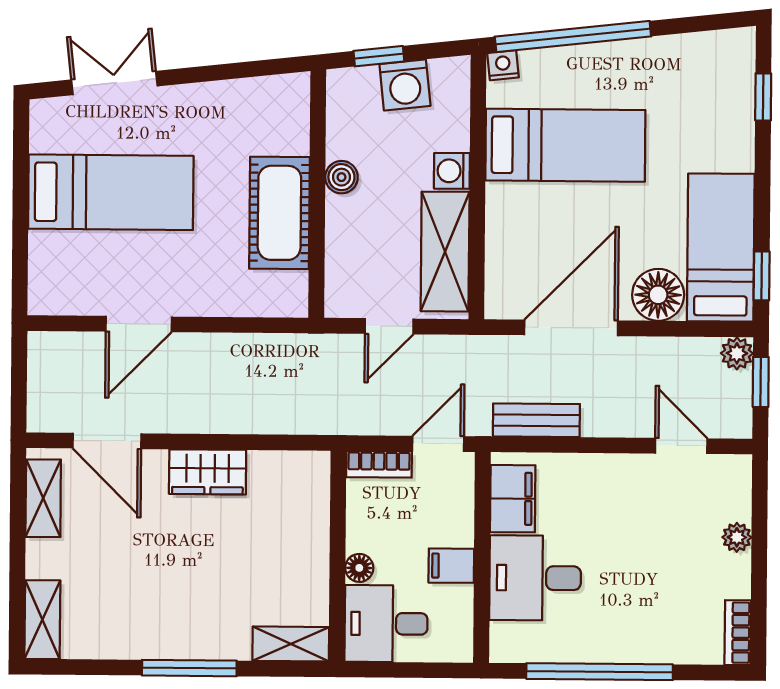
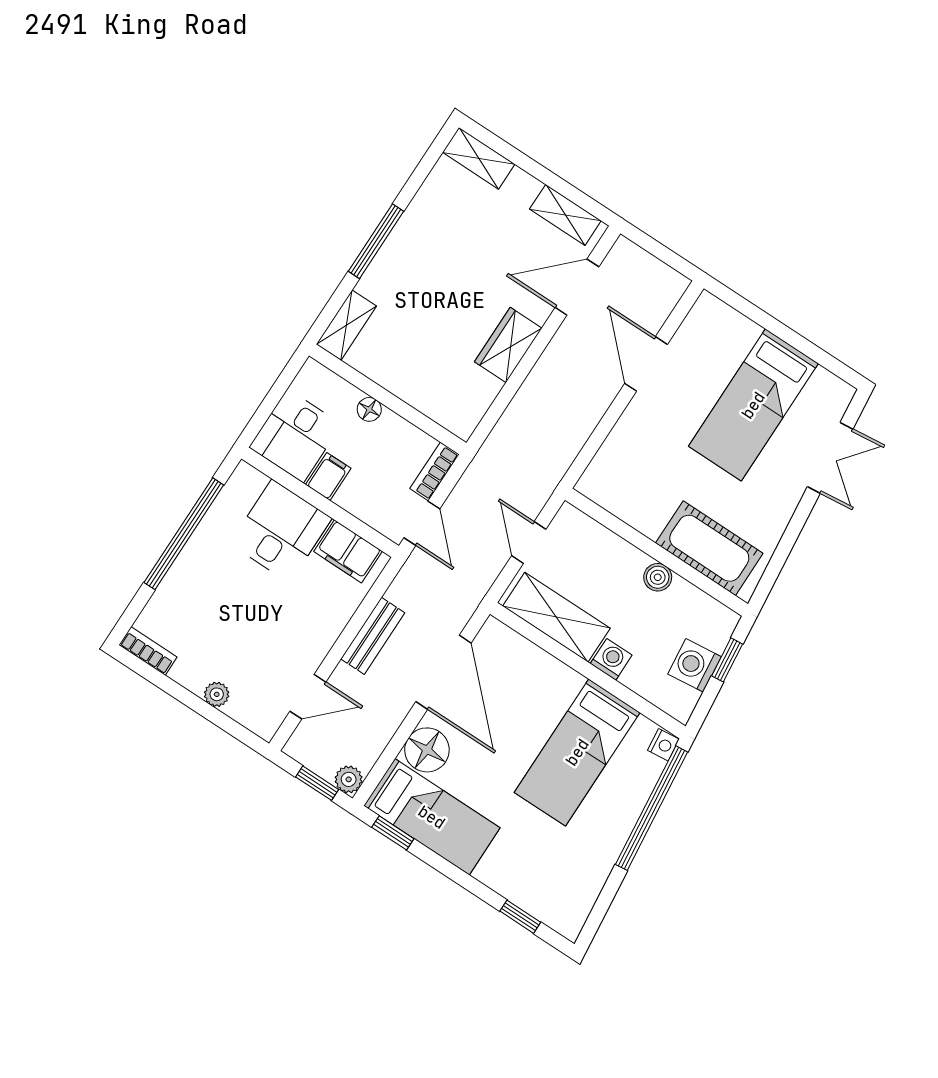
cot: (279, 213) -> (709, 548), moved
bench: (536, 420) -> (373, 636), moved
desk: (386, 624) -> (295, 436), moved, turned 180

